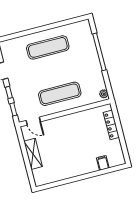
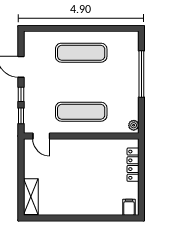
shelving: (33, 154) -> (31, 197), moved
filing cabinet: (103, 163) -> (129, 207), moved

